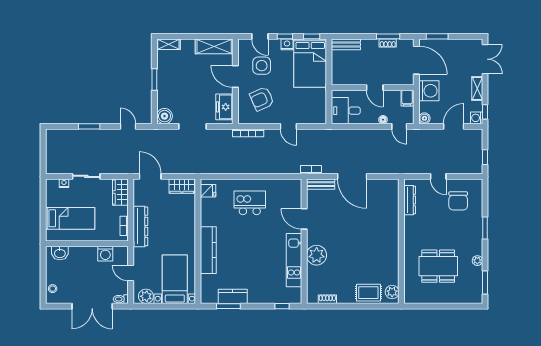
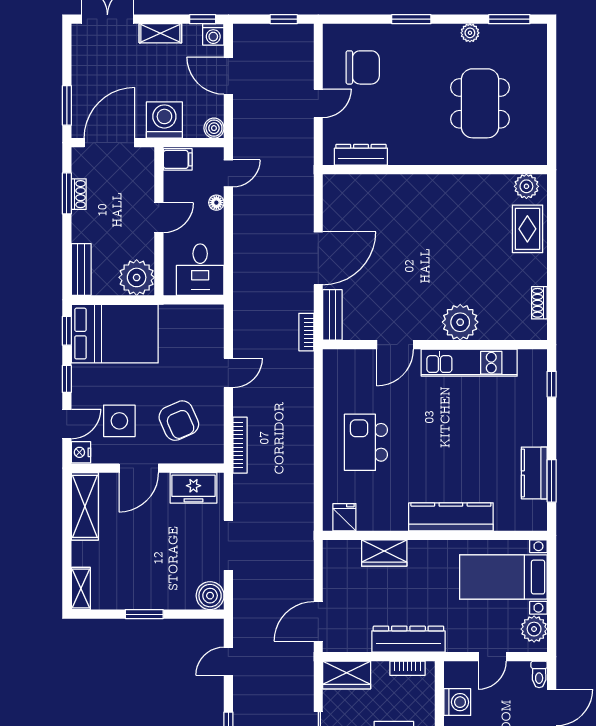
nightstand: (287, 44) -> (81, 452), moved
plant: (341, 75) -> (137, 277), added
wardrobe: (182, 186) -> (384, 553), moved, turned 90

